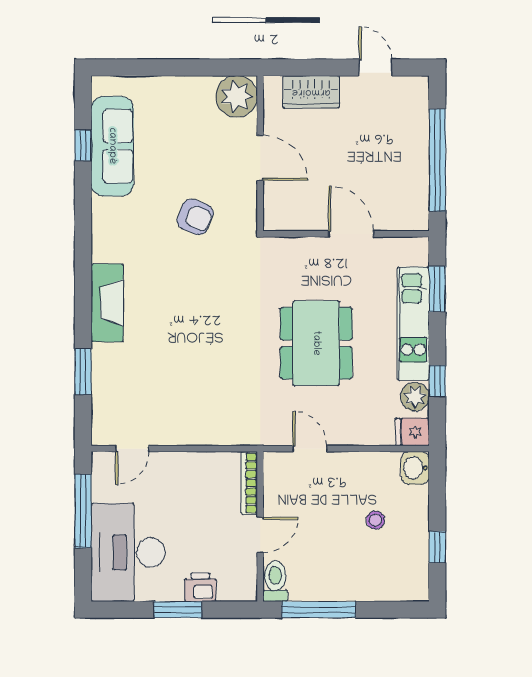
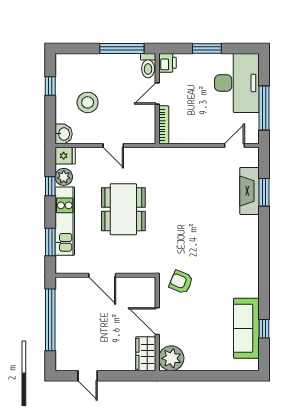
wardrobe: (311, 92) -> (146, 354), moved, turned -90
armchair: (195, 217) -> (181, 282), moved
fireplace: (107, 303) -> (250, 191), moved
door: (310, 449) -> (113, 146), moved
stool: (375, 520) -> (88, 102), width x1.89, depth x1.89
printer: (200, 587) -> (167, 63), moved, turned -90

